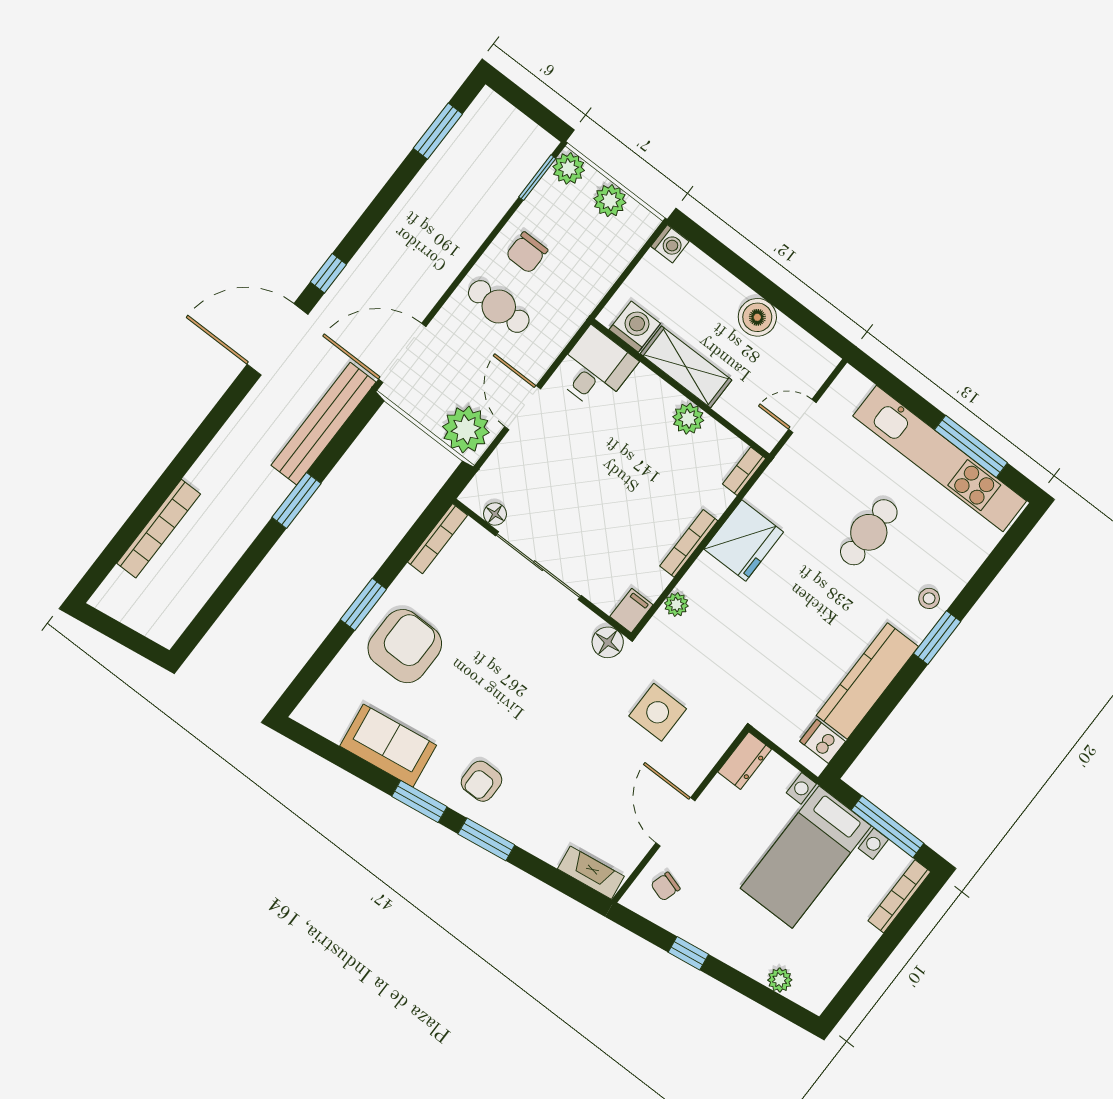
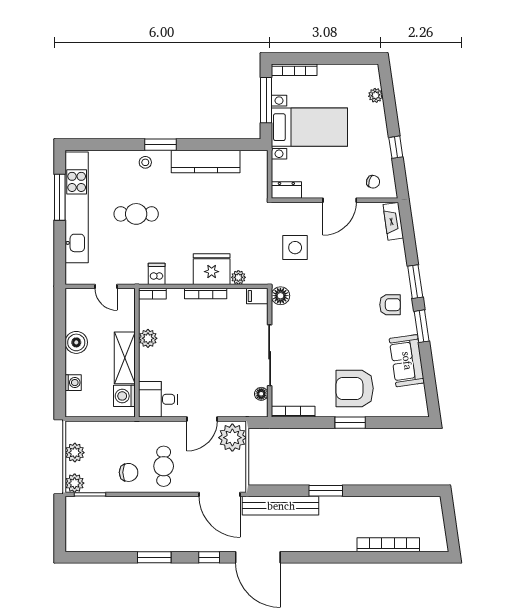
window: (438, 131) -> (154, 557), moved
washing machine: (670, 244) -> (73, 383), moved, turned 90
fridge: (744, 540) -> (212, 269), moved
dishwasher: (823, 741) -> (157, 274), moved, turned 180

